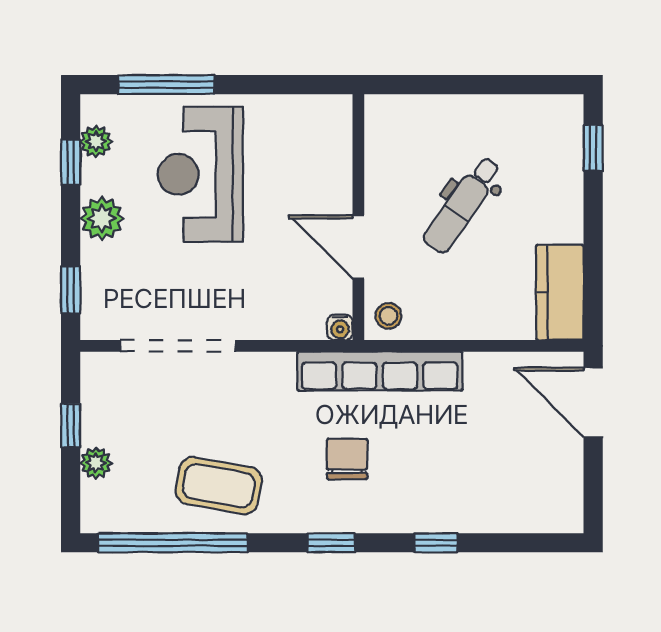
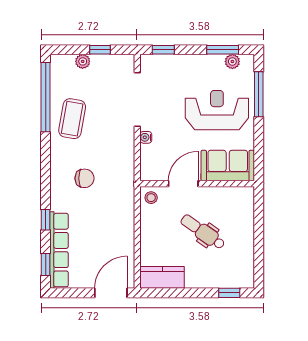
sofa: (320, 151) -> (228, 166), added
window: (71, 162) -> (223, 50), width x1.50
plant: (102, 218) -> (196, 64), removed
water cooler: (340, 327) -> (146, 137), moved
row of seats: (380, 371) -> (59, 250), moved, turned 180
window: (331, 543) -> (46, 265), moved

